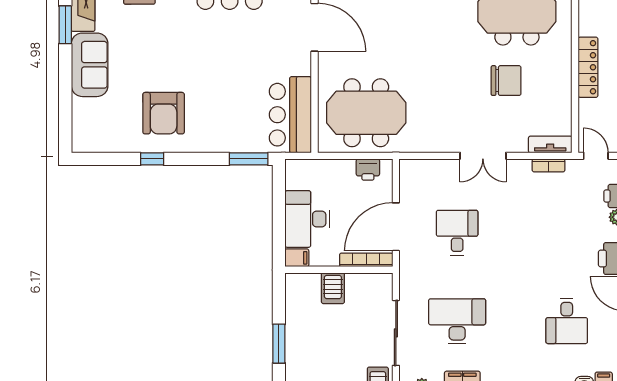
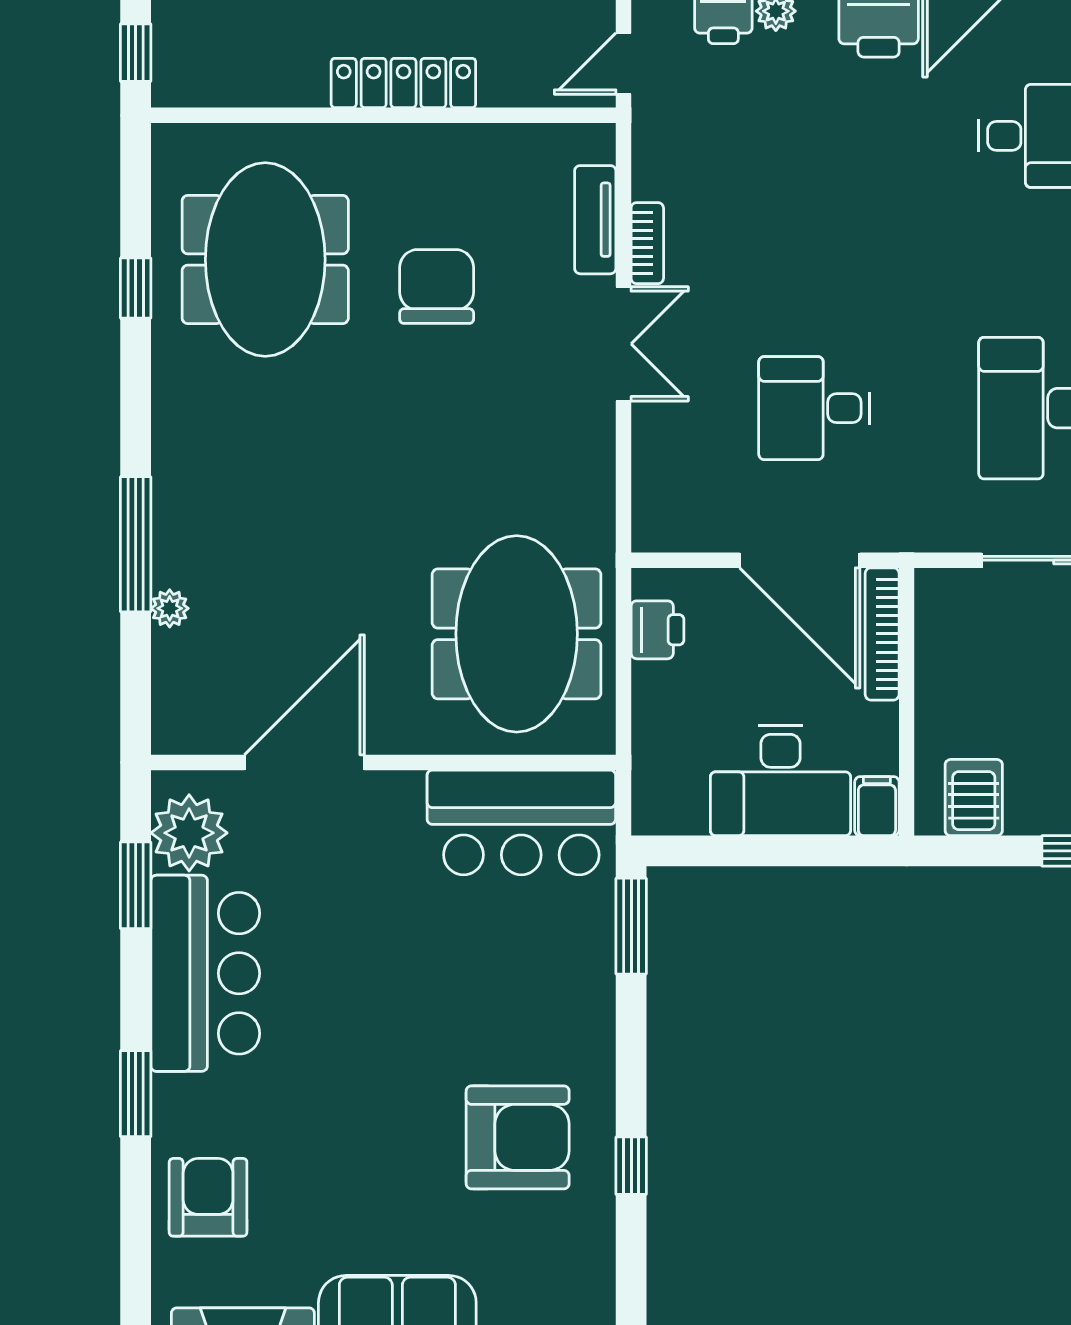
tv unit: (550, 144) -> (595, 220), moved
bookcase: (549, 165) -> (647, 243), moved
server rack: (333, 288) -> (974, 798), moved, turned -90

